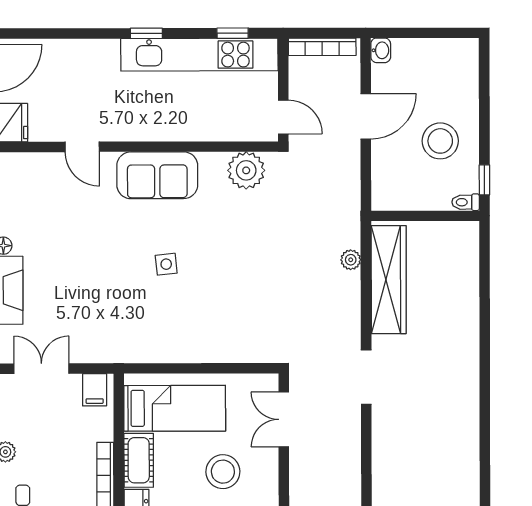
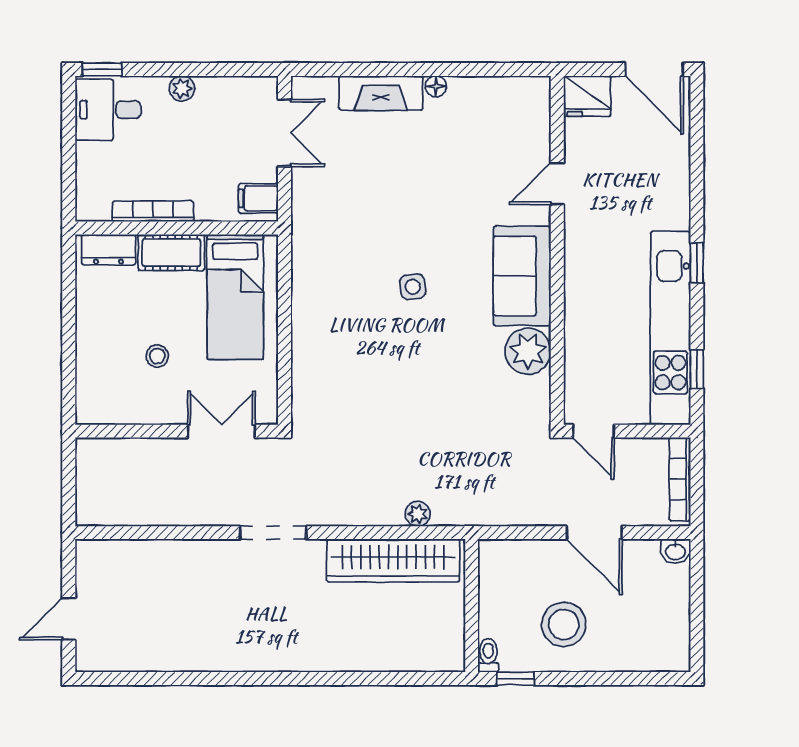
door: (283, 117) -> (593, 431), hinge flipped
plant: (246, 170) -> (528, 351), moved
stool: (223, 472) -> (157, 356), width x0.53, depth x0.53

